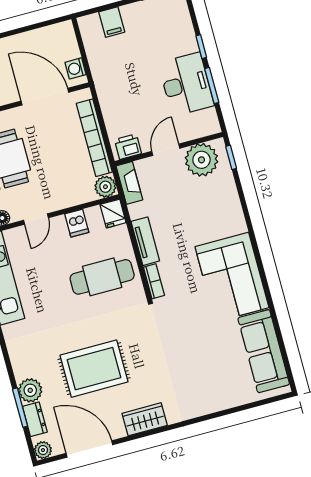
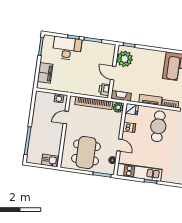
filing cabinet: (112, 22) -> (45, 73), width x2.00
desk: (186, 84) -> (67, 48), moved
door: (45, 97) -> (66, 117), width x0.53

